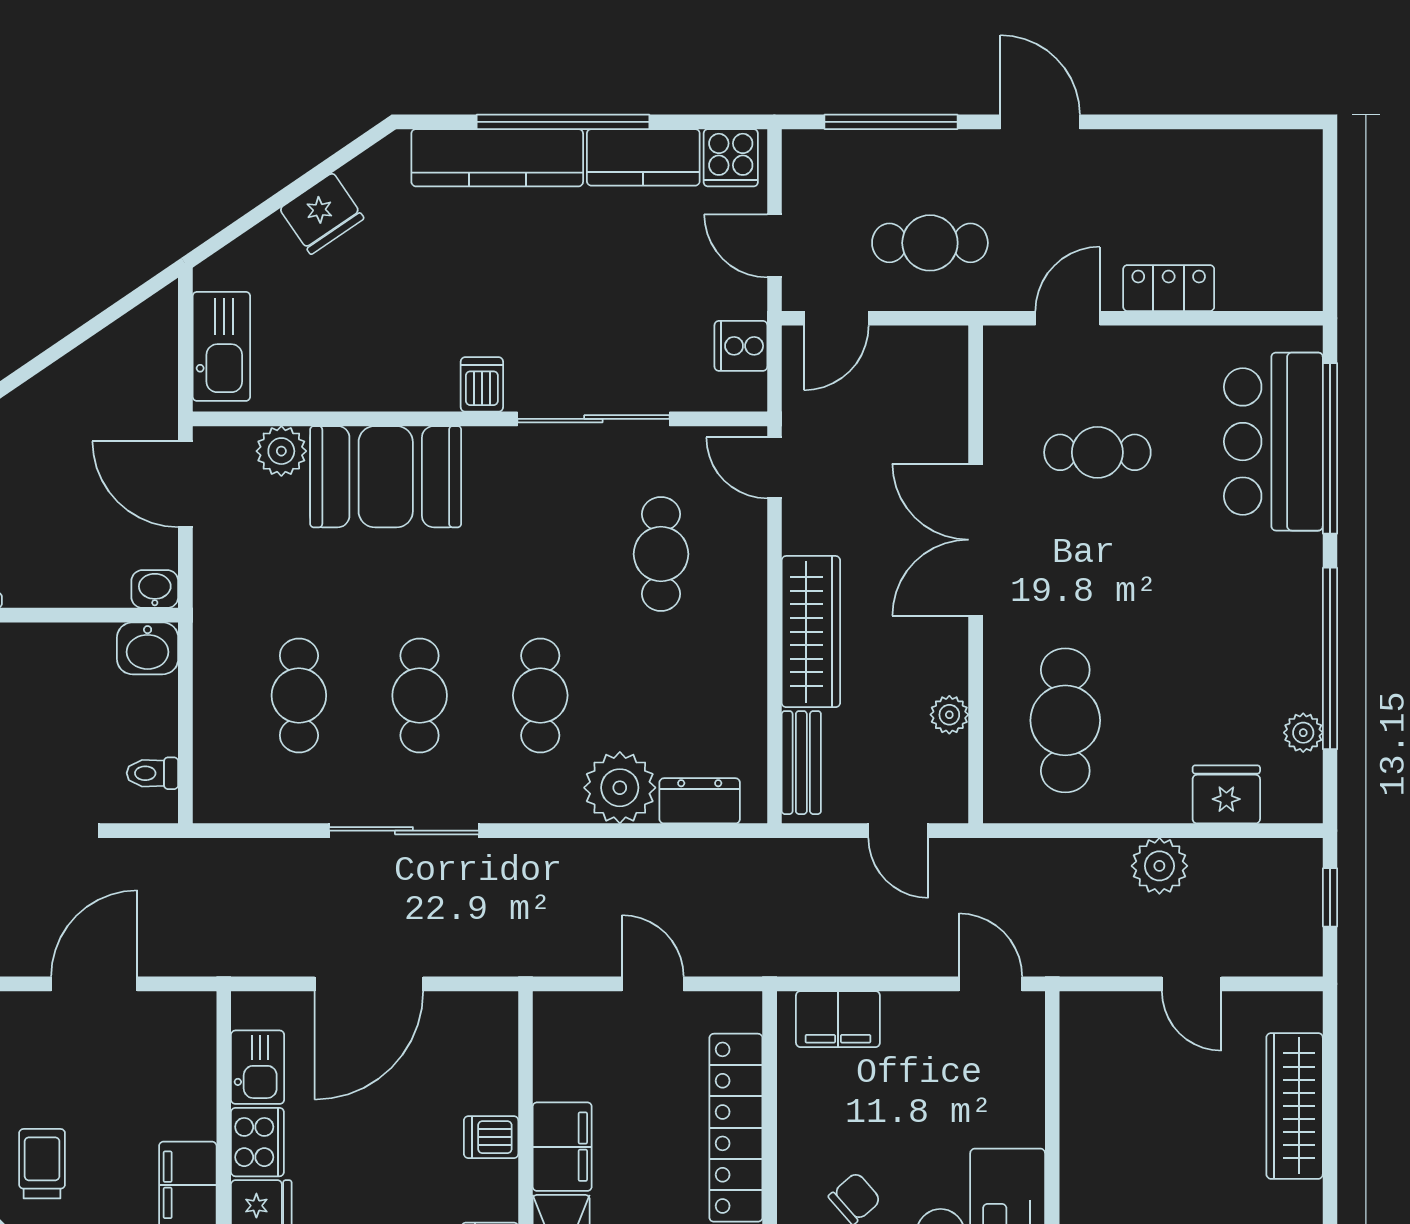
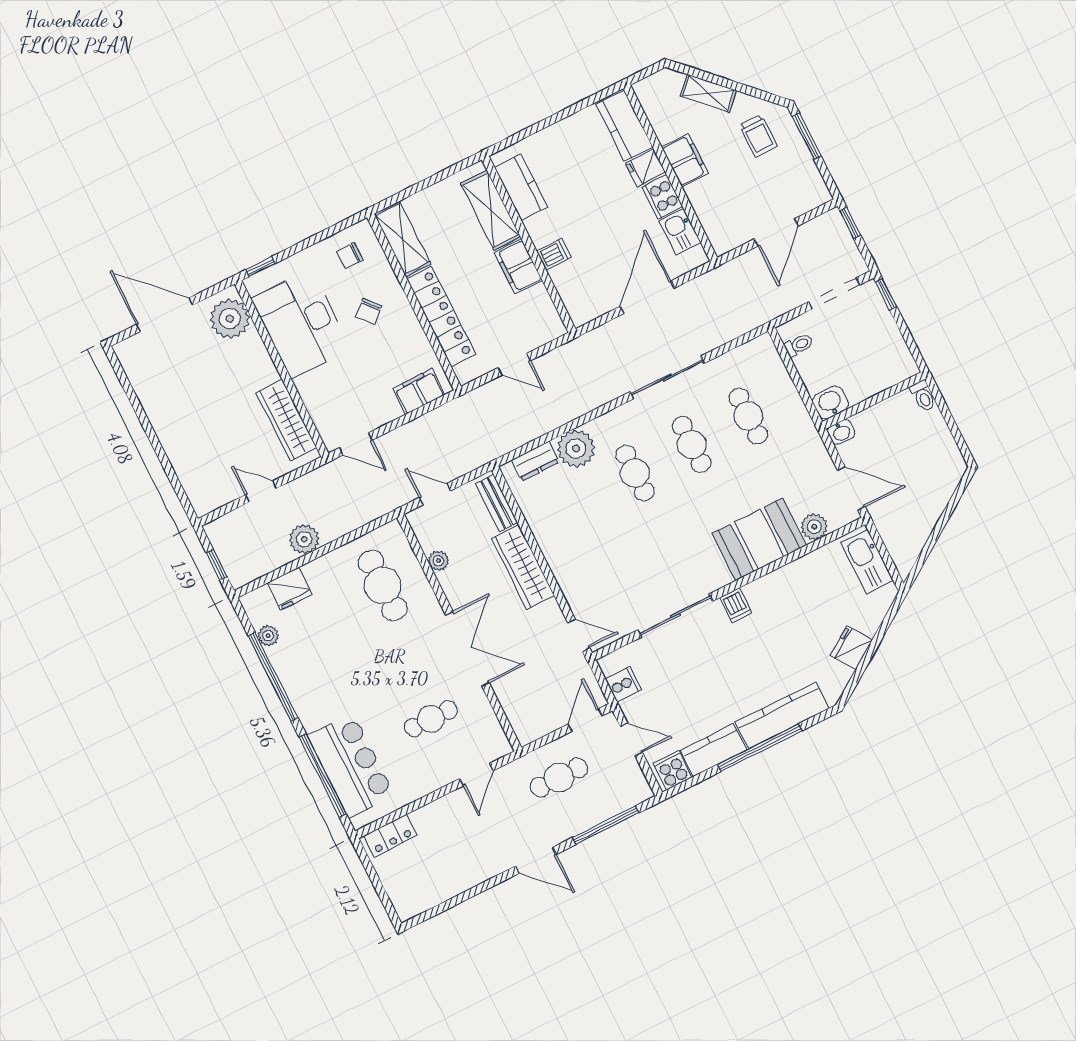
locker: (1169, 288) -> (390, 836), moved
cafe table: (661, 554) -> (612, 568), removed
wardrobe: (1295, 1106) -> (286, 420), moved, turned 180

